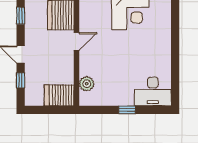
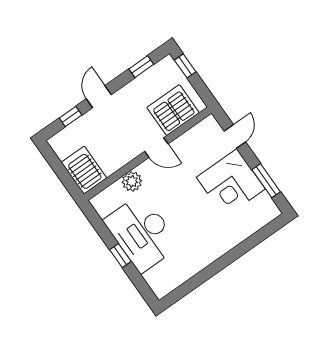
plant: (87, 84) -> (132, 181), moved
desk: (153, 91) -> (142, 233), moved, width x1.36, depth x1.30

